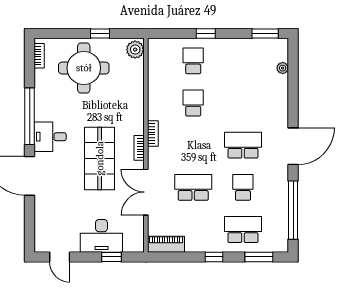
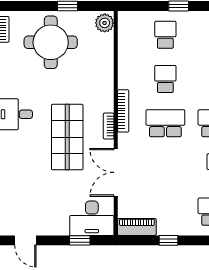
bookcase: (153, 134) -> (123, 111), width x1.56
school desk: (193, 187) -> (165, 123), moved
desk: (101, 236) -> (92, 218), moved
window: (214, 257) -> (169, 240), moved

